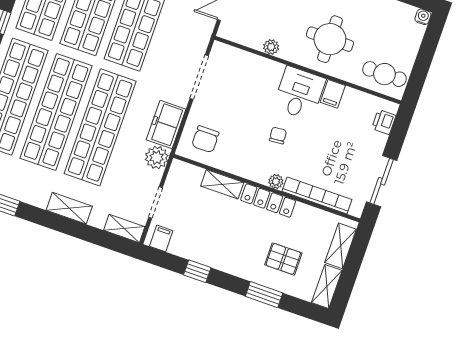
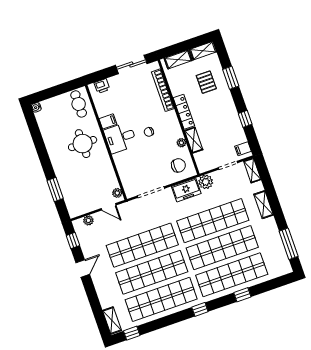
plant: (271, 47) -> (117, 193), moved
plant: (276, 182) -> (181, 143), moved

